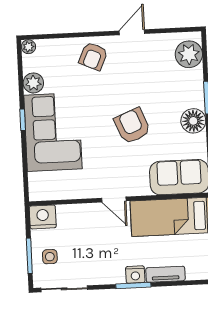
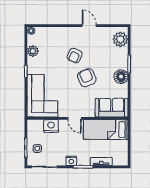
door: (132, 32) -> (89, 26), hinge flipped
armchair: (93, 56) -> (75, 56), moved
corner sofa: (53, 132) -> (42, 96), moved
nightstand: (43, 217) -> (51, 126), moved
nightstand: (135, 275) -> (71, 161), moved

